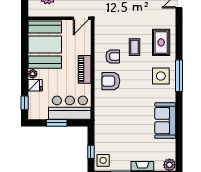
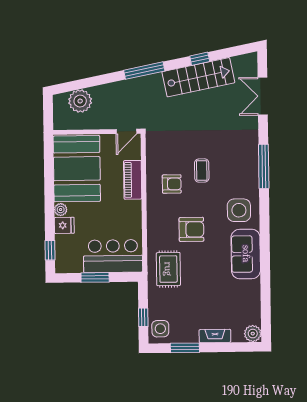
rug: (161, 42) -> (168, 269), moved
piano: (85, 69) -> (133, 180), moved
window: (179, 76) -> (264, 166), moved
armchair: (111, 81) -> (191, 229), moved, turned 180
sofa: (165, 121) -> (246, 254), moved

